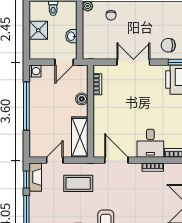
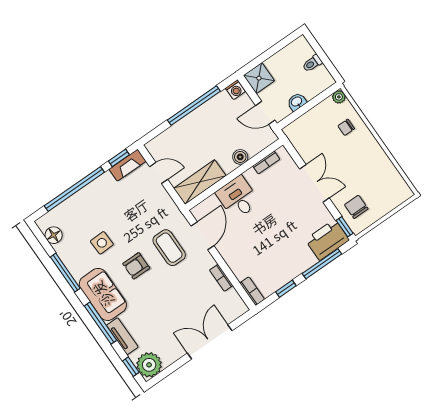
shower: (38, 30) -> (259, 78), moved
desk: (150, 143) -> (238, 198), moved, turned 90
coffee table: (78, 183) -> (169, 248), moved

